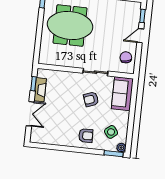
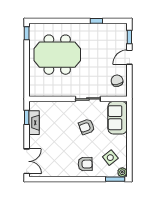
double door: (30, 114) -> (27, 161), moved

